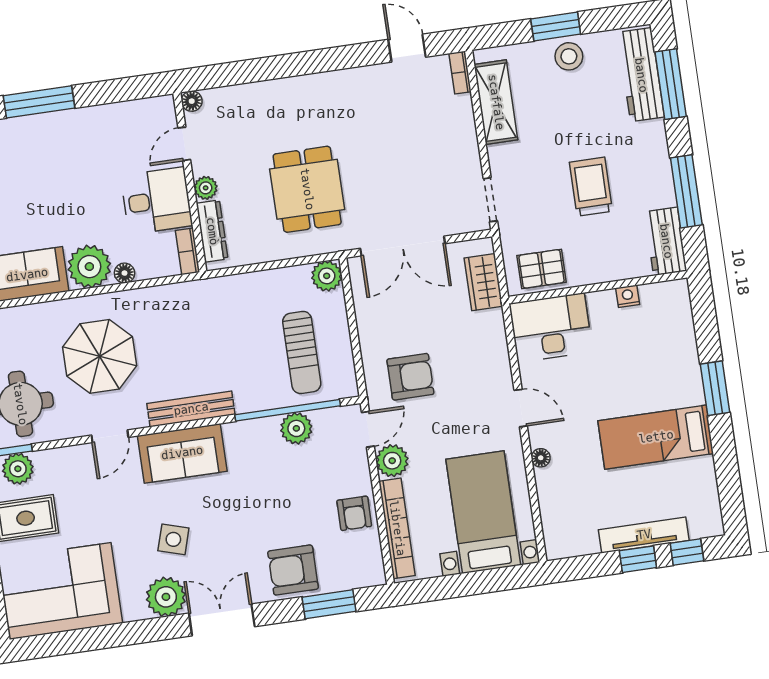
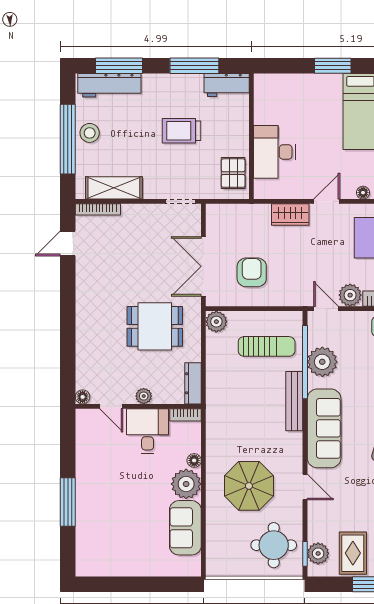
window: (556, 26) -> (68, 139), width x2.11
bookcase: (460, 73) -> (98, 209), width x1.56
dresser: (212, 231) -> (193, 383), moved, turned -90
double door: (403, 246) -> (203, 266), swing flipped
wardrobe: (483, 282) -> (290, 214), moved
nightstand: (628, 296) -> (261, 117), removed
desk: (551, 328) -> (274, 152), moved
armchair: (410, 377) -> (252, 272), moved
bench: (191, 409) -> (294, 401), moved
plant: (296, 428) -> (322, 362), width x1.36, depth x1.36
sofa: (182, 453) -> (324, 428), width x1.36

